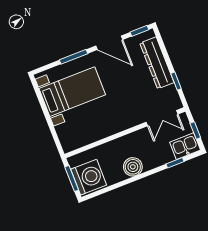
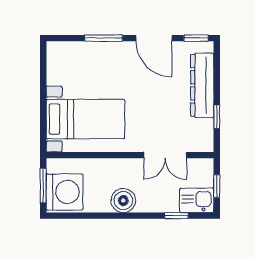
bed with nightstands: (72, 92) -> (85, 119), moved
double door: (162, 118) -> (165, 155), moved

